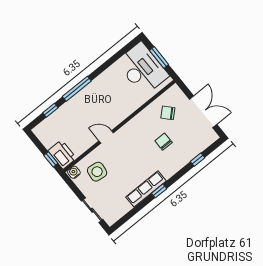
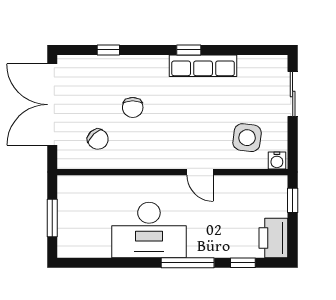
desk: (142, 69) -> (149, 230), moved, turned -90
double door: (203, 112) -> (52, 105), width x1.36
printer: (62, 154) -> (273, 238), moved

